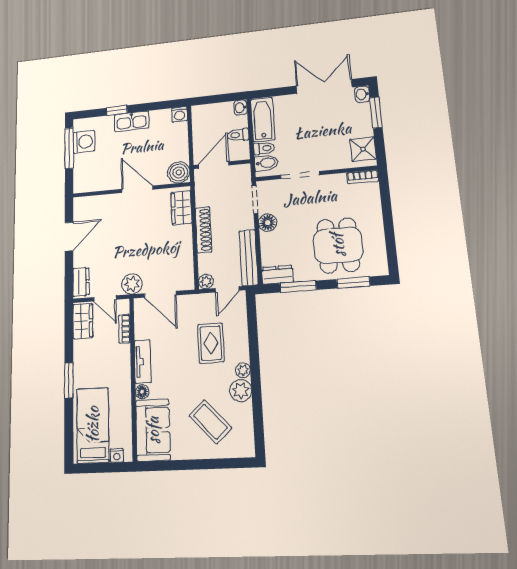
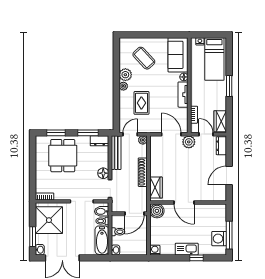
shower: (363, 149) -> (49, 220), width x1.86, depth x1.86

